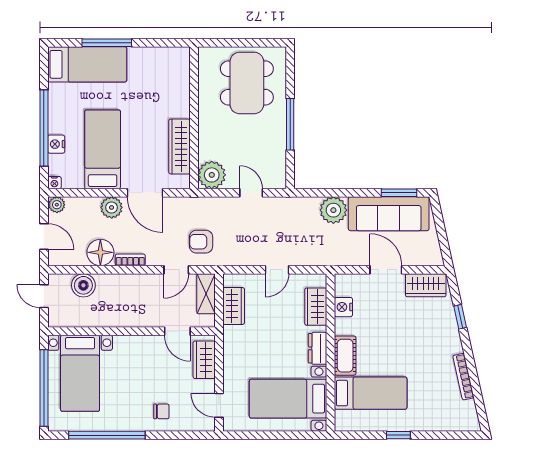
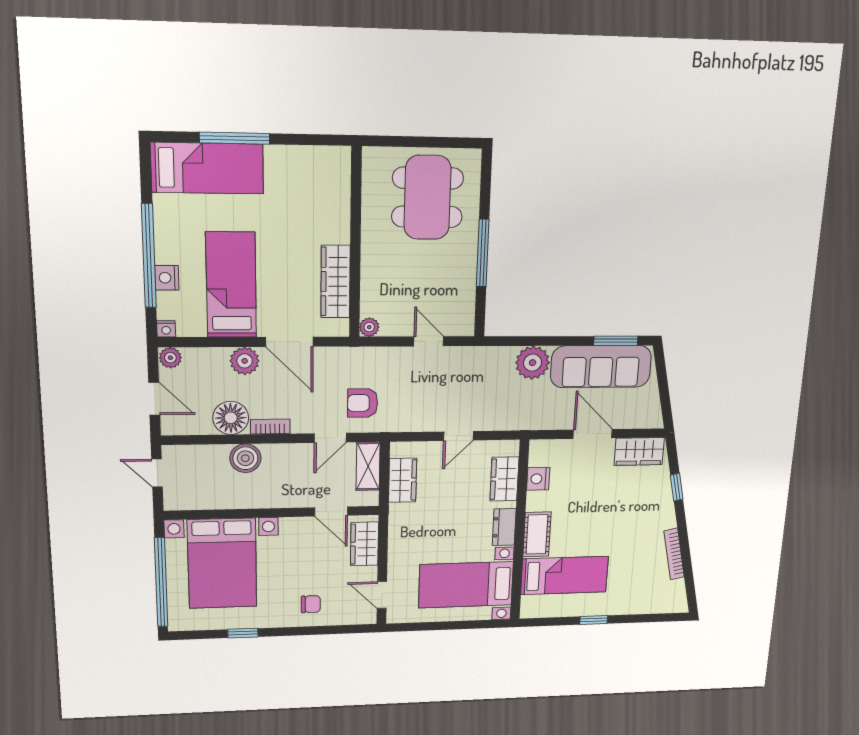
plant: (212, 175) -> (369, 327), width x0.53, depth x0.53
boiler: (83, 285) -> (245, 458), moved
bed with nightstands: (80, 373) -> (222, 563), width x1.36
window: (107, 435) -> (243, 633), width x0.32

